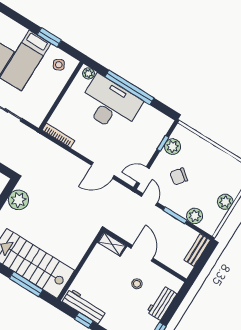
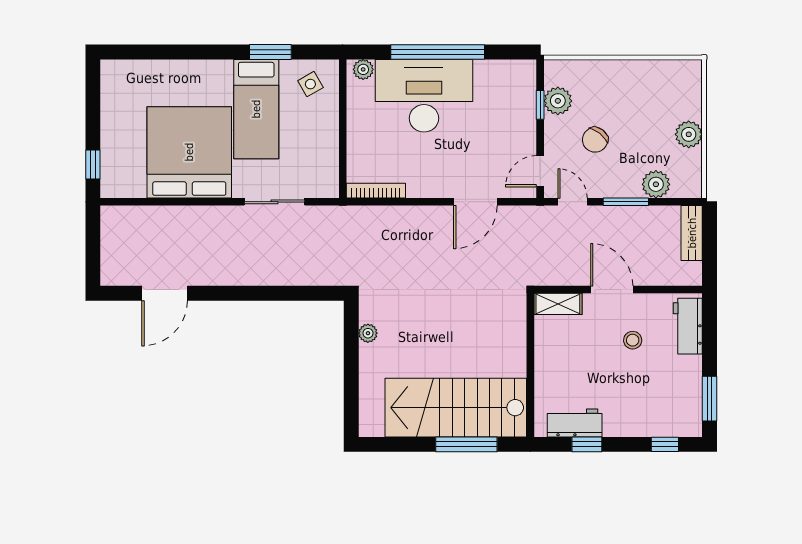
plant: (18, 200) -> (368, 333), width x0.53, depth x0.53
workbench: (162, 303) -> (688, 326), moved
workbench: (84, 306) -> (575, 423), width x0.73

